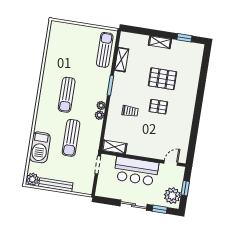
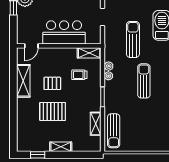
shelving: (187, 114) -> (23, 81), added
shelving: (114, 147) -> (89, 53), moved
wall: (144, 159) -> (59, 46), moved
door: (171, 163) -> (31, 46), moved
bar counter: (136, 171) -> (64, 32), moved

